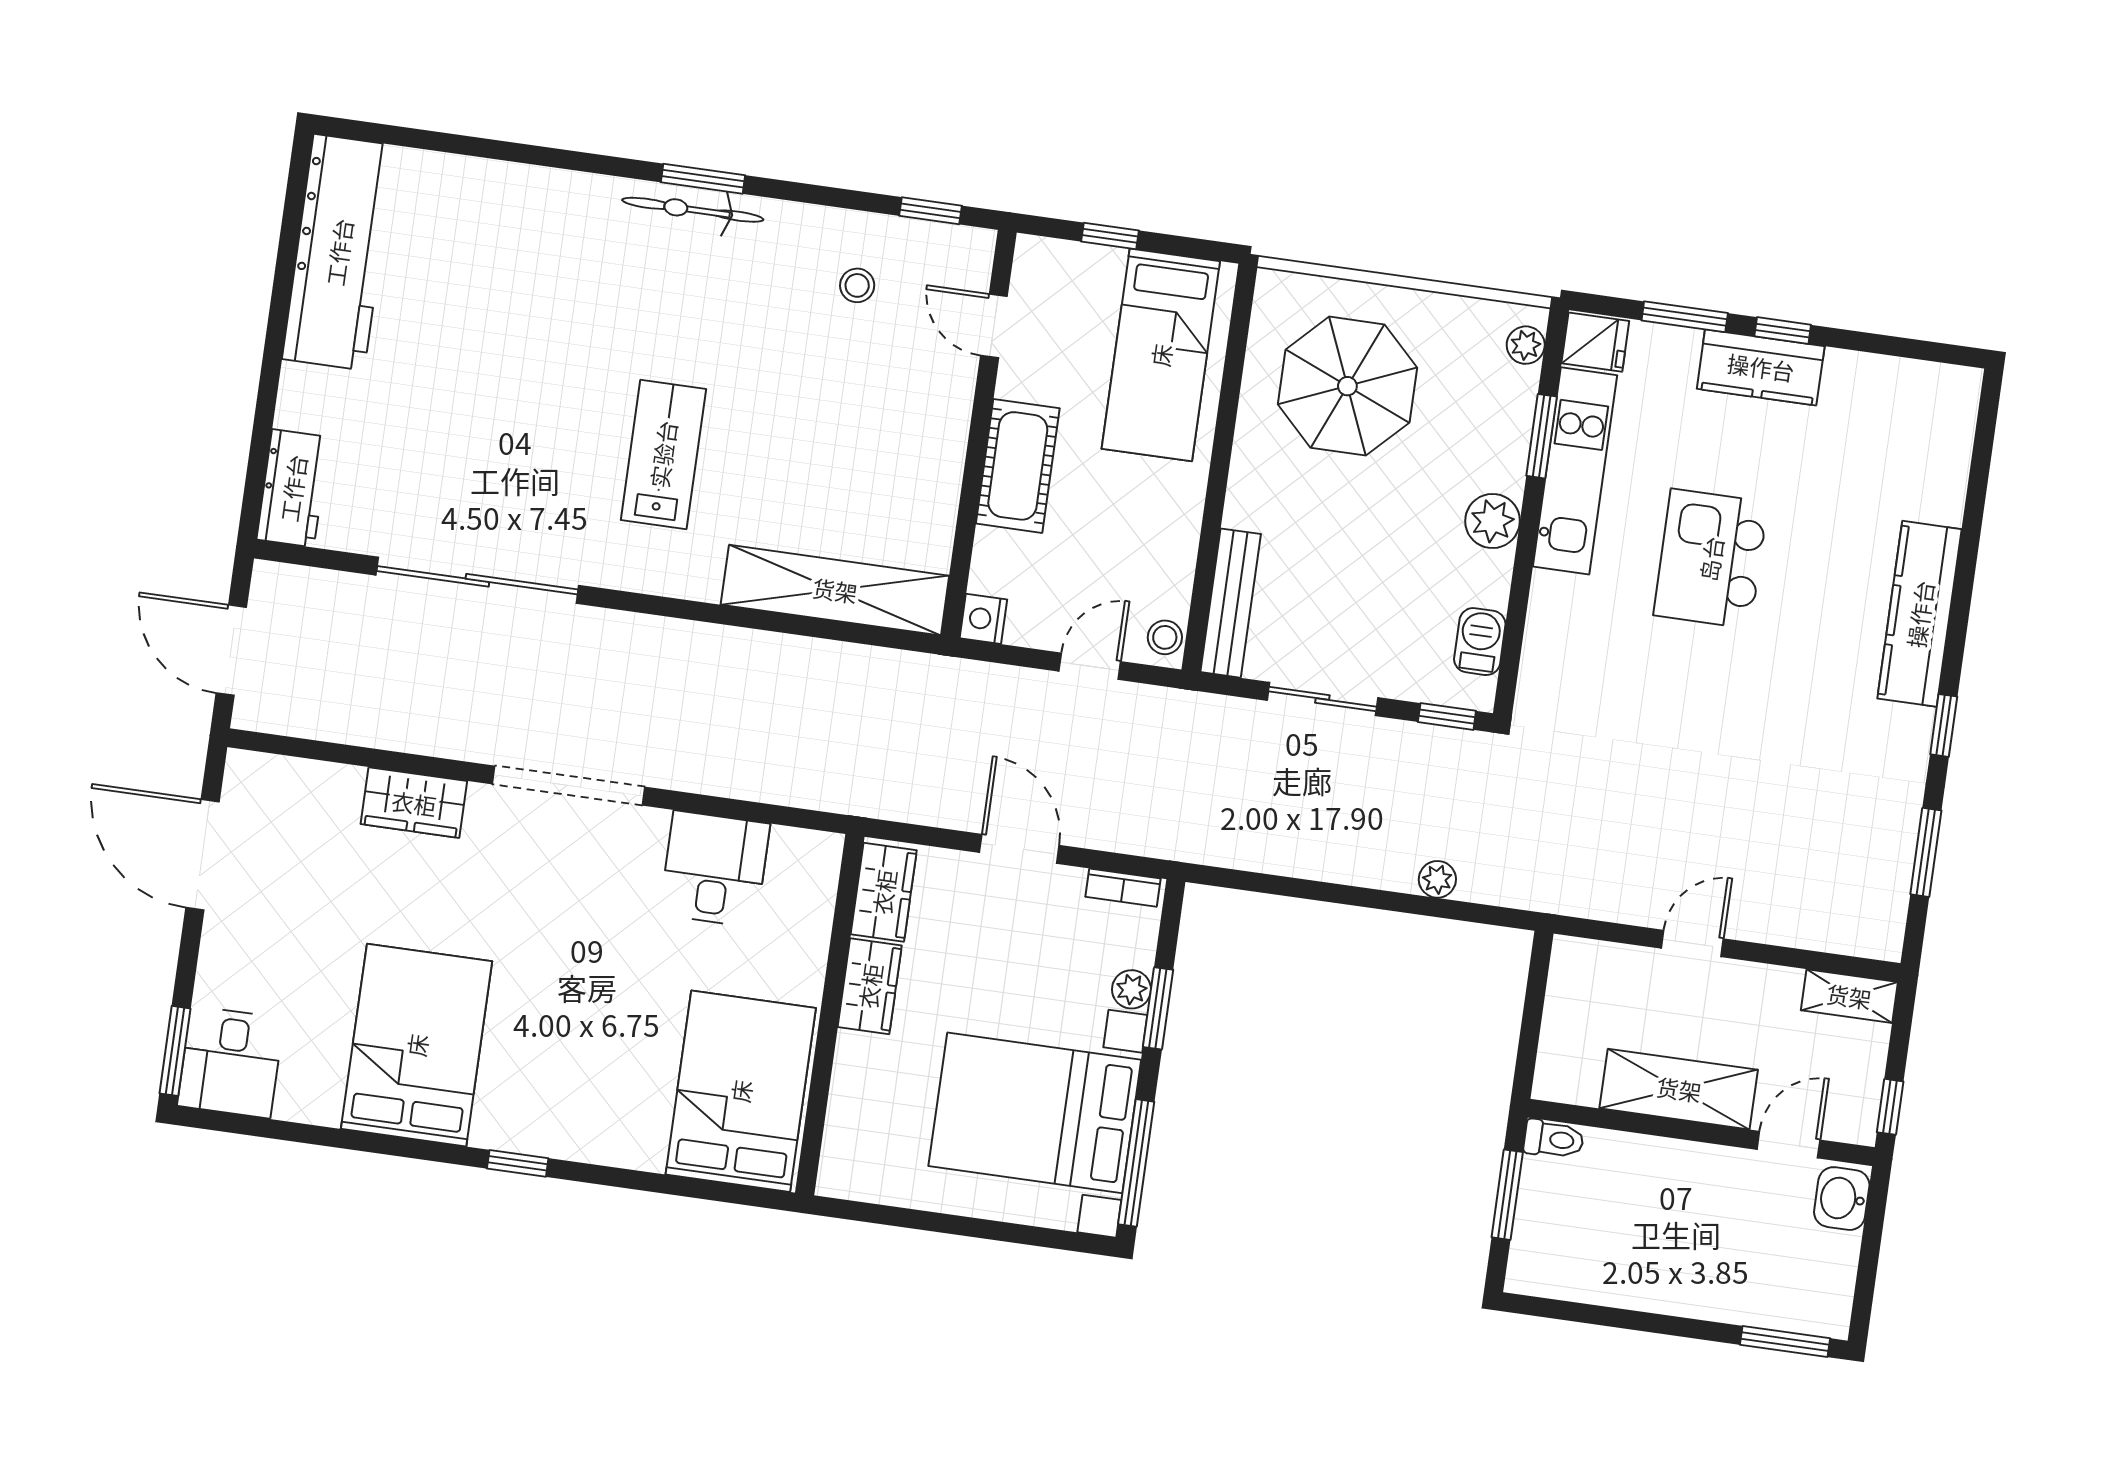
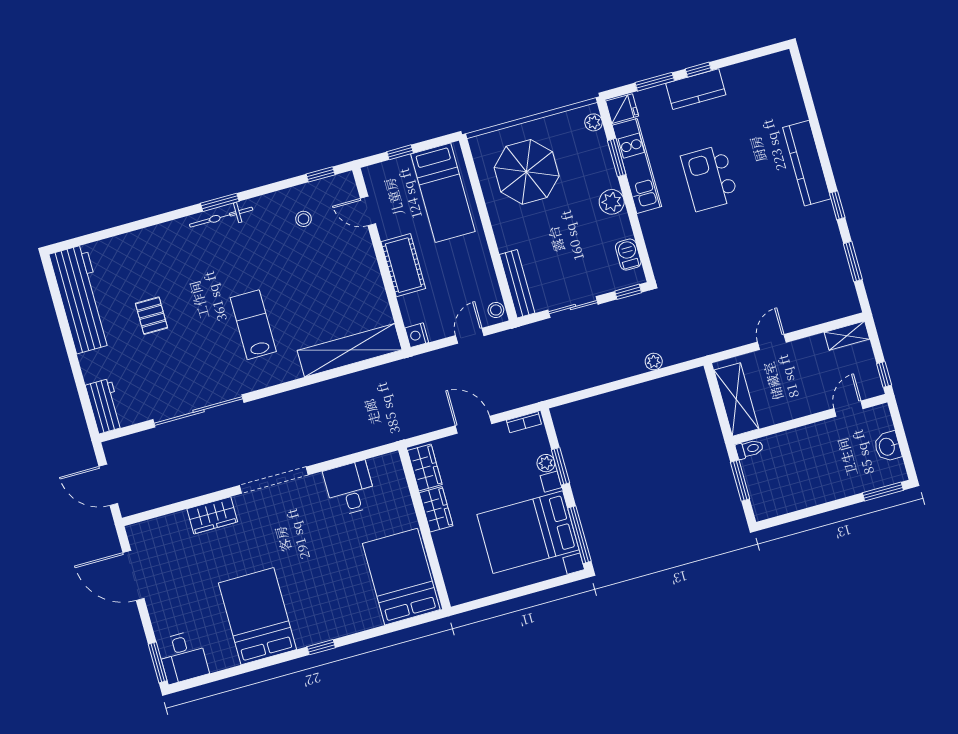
pallet: (466, 347) -> (151, 316), added
shelving: (1679, 1089) -> (736, 399), moved, turned 90
washbasin: (1842, 1199) -> (887, 447), moved

